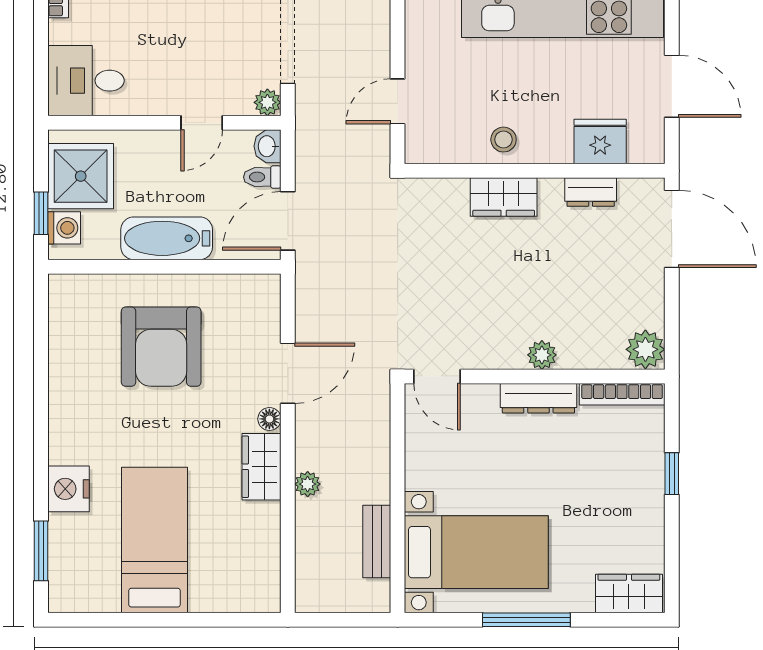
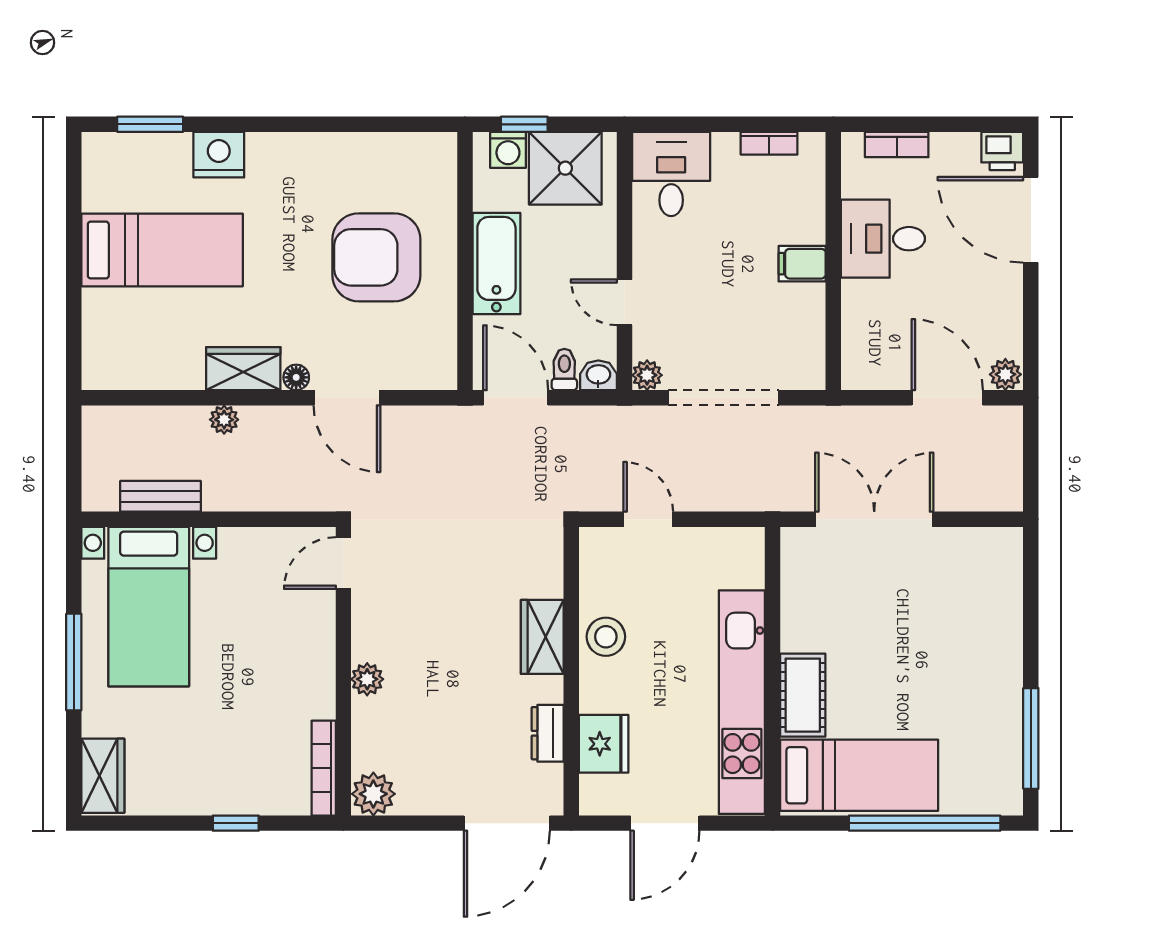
stool: (504, 140) -> (606, 637), width x1.37, depth x1.37
dresser: (538, 398) -> (319, 675), removed

